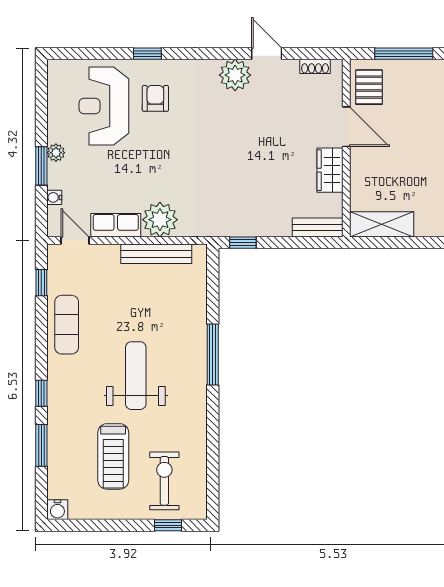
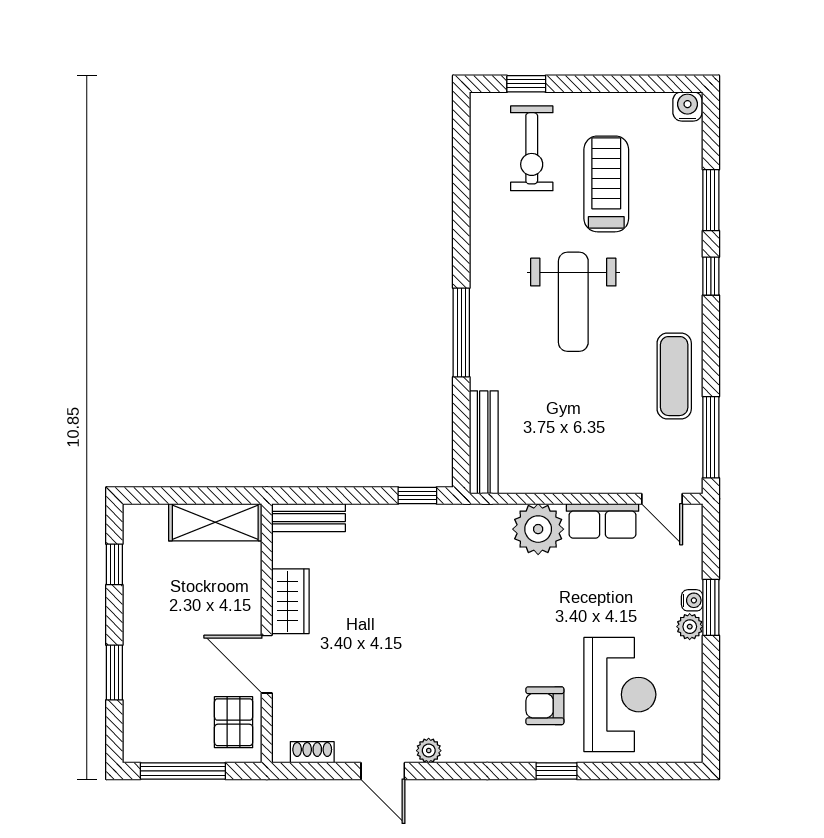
plant: (235, 75) -> (429, 751), width x0.53, depth x0.53
armchair: (155, 98) -> (545, 706), turned 90
water cooler: (54, 197) -> (692, 600), moved
bench: (156, 254) -> (484, 442), moved, turned 90
window: (41, 283) -> (711, 437), width x2.17

